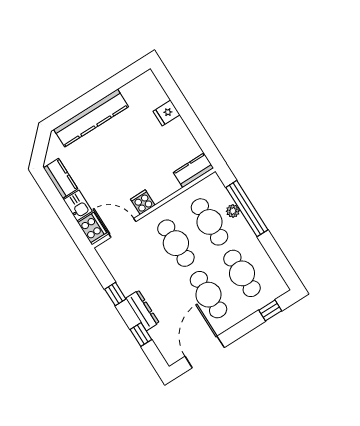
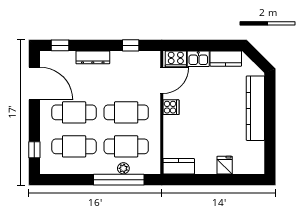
kitchen counter: (193, 170) -> (179, 166), moved, turned -90
window: (115, 294) -> (131, 45), moved
window: (141, 335) -> (60, 45), moved

